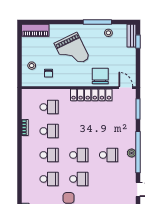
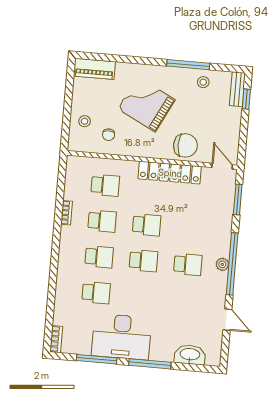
grand piano: (72, 51) -> (146, 104), turned 143
chair: (100, 76) -> (185, 145), turned 90
school desk: (79, 179) -> (146, 225), moved

